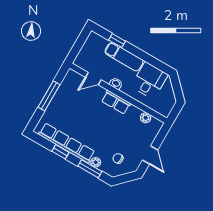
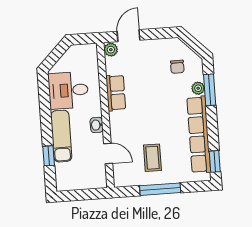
row of seats: (116, 102) -> (116, 93), moved
coffee table: (72, 104) -> (152, 158), added
plant: (146, 118) -> (111, 50), moved
window: (61, 152) -> (215, 161), moved
door: (150, 155) -> (128, 36), moved

